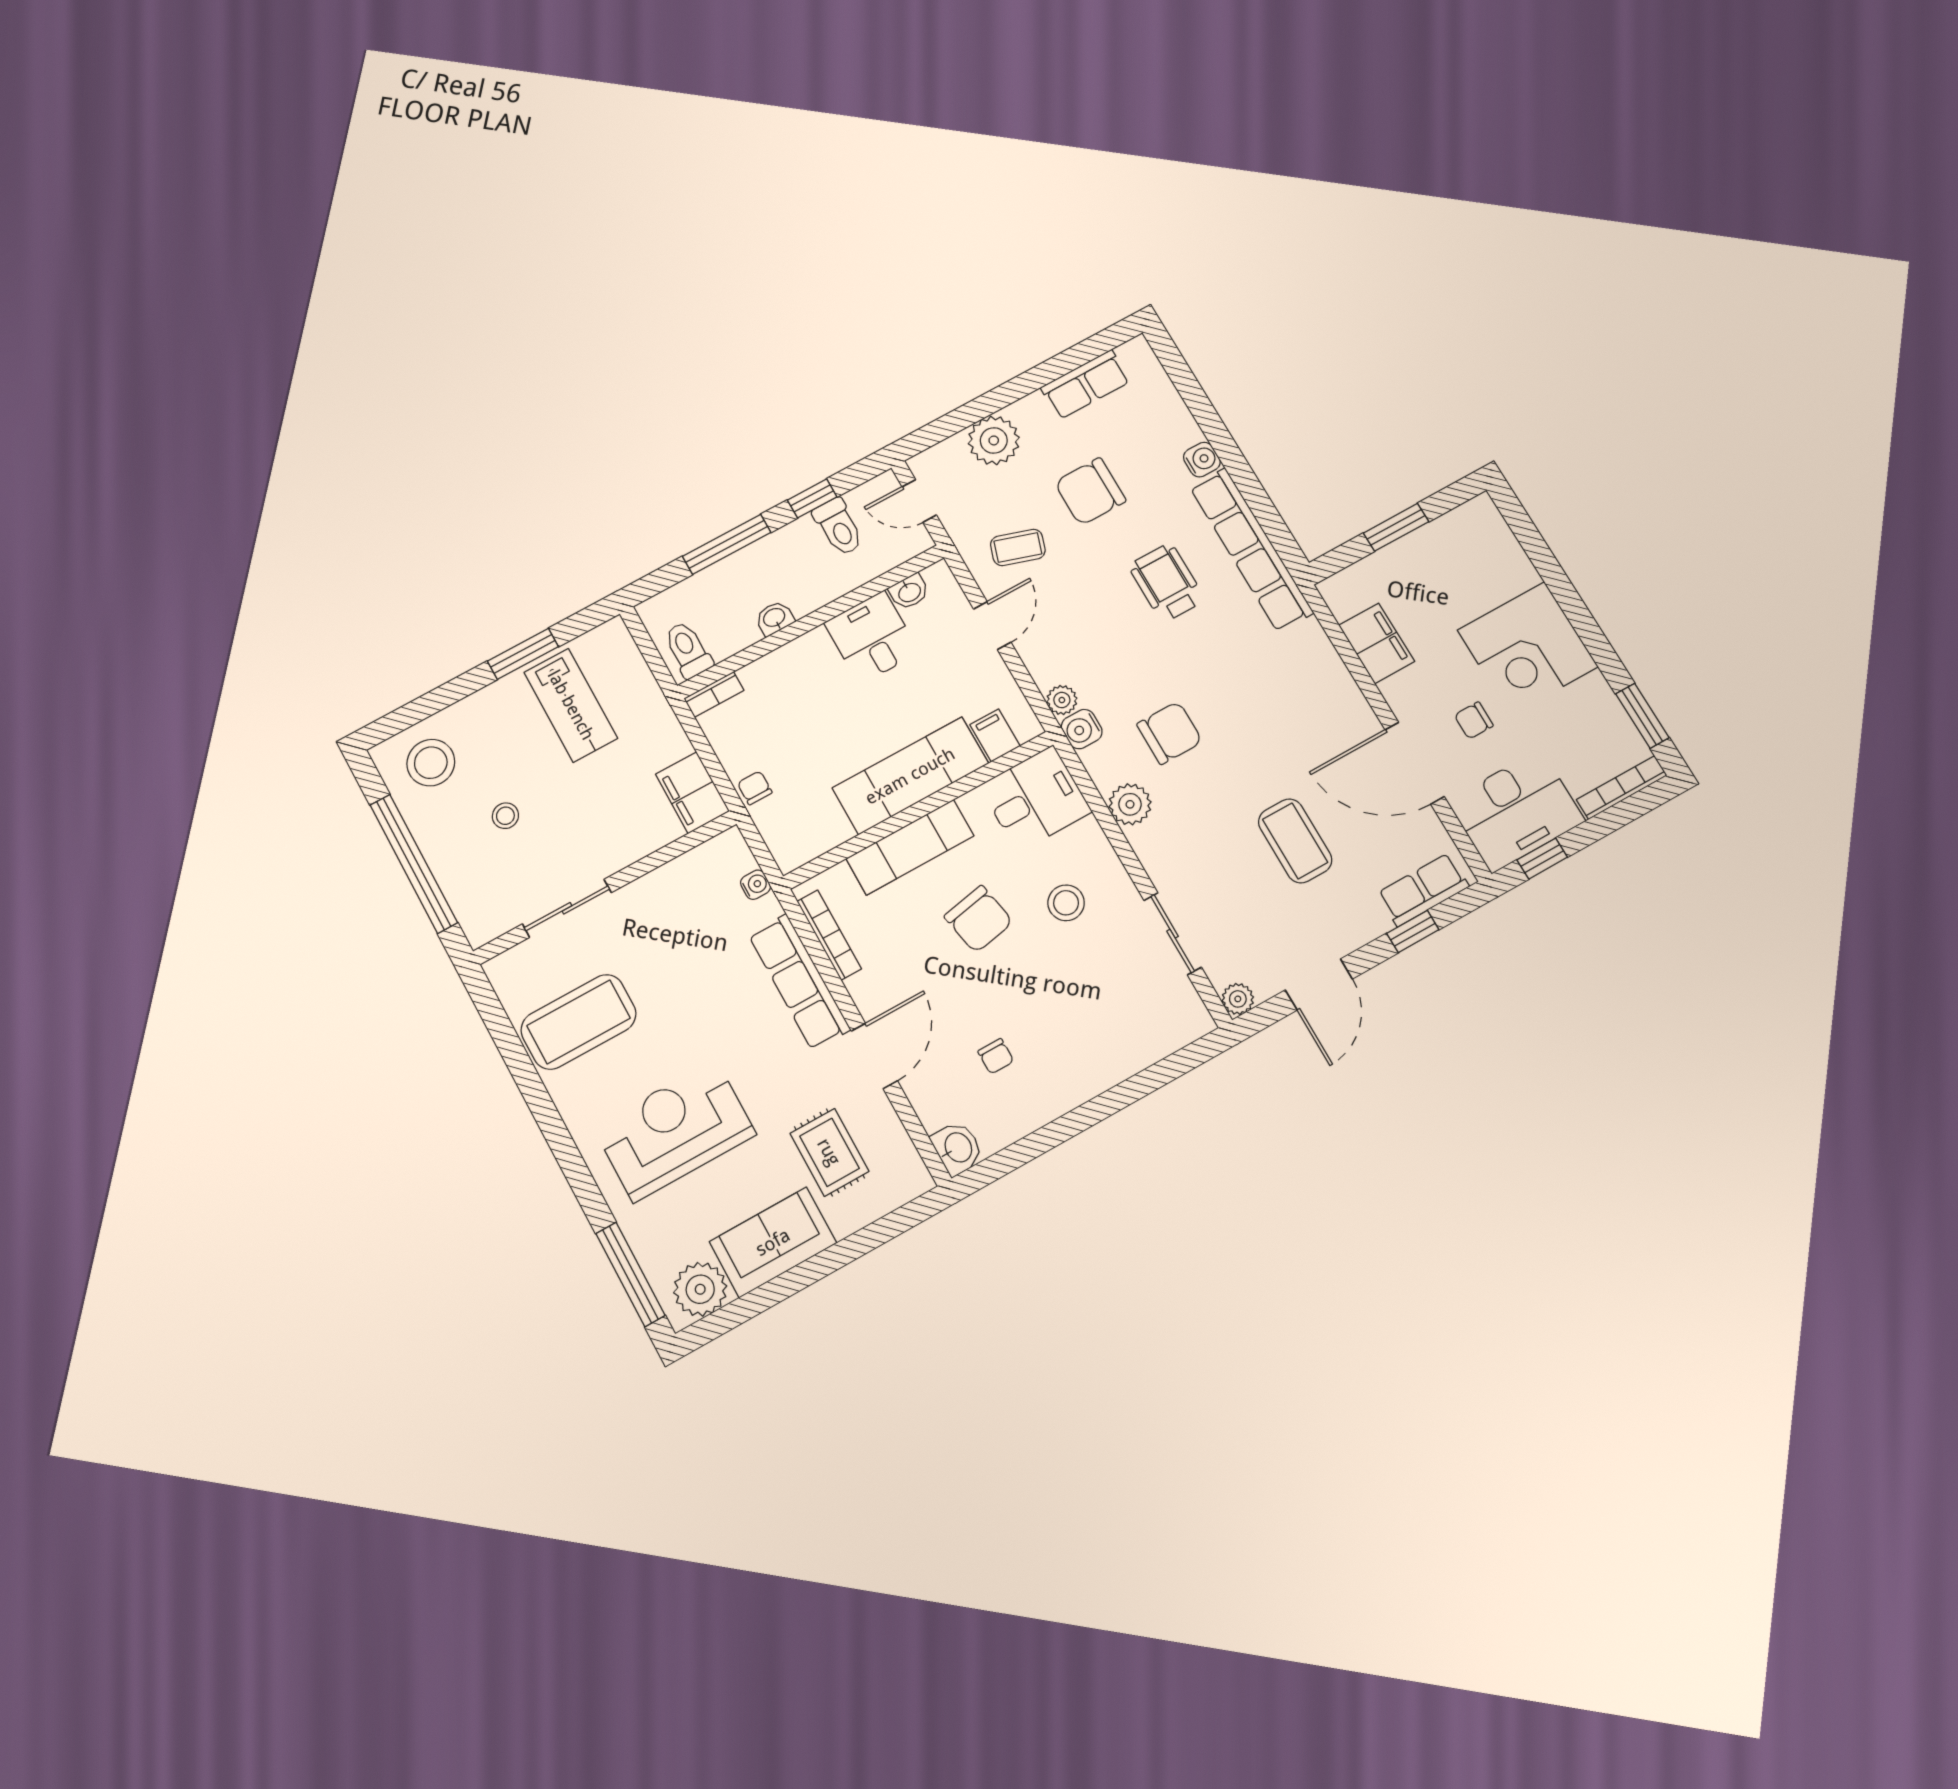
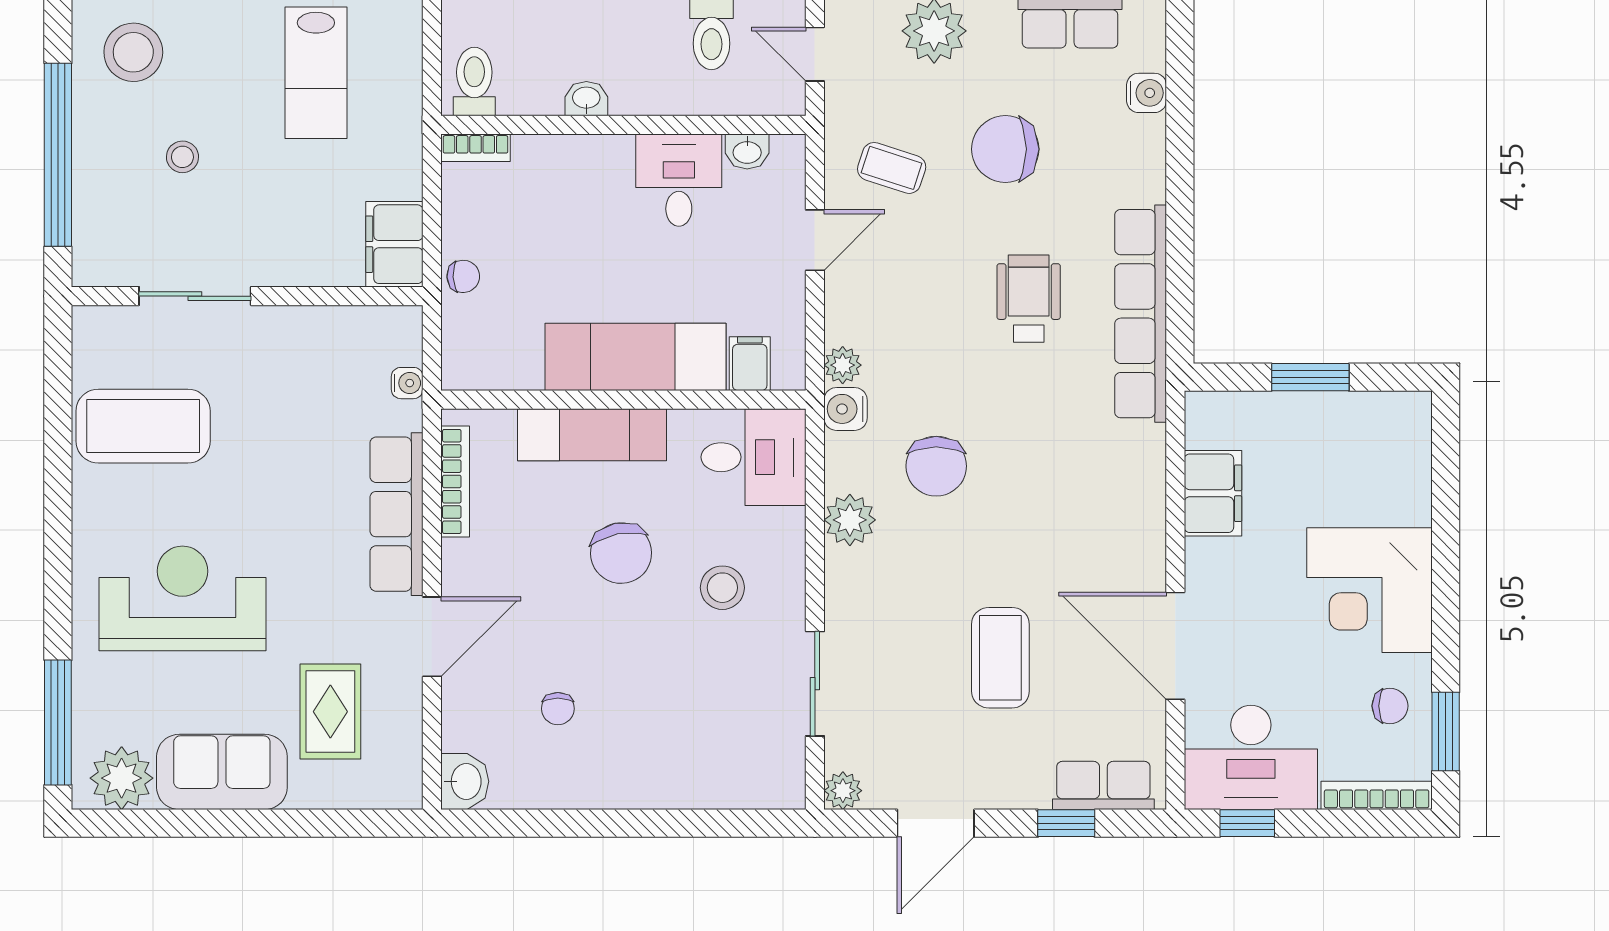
water cooler: (1202, 460) -> (1147, 93), moved
chair: (1474, 720) -> (1390, 706), moved, turned 180
chair: (1170, 733) -> (936, 466), turned 90
chair: (755, 788) -> (463, 276), turned 87

